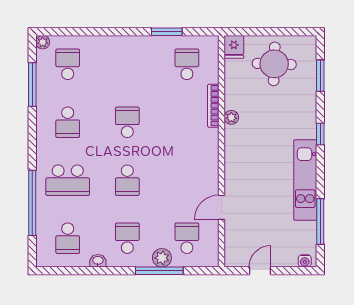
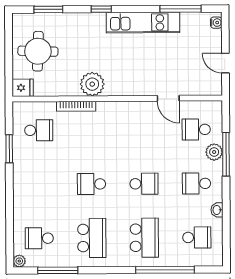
school desk: (187, 64) -> (39, 130), turned 180
plant: (231, 117) -> (92, 84), width x1.88, depth x1.88
school desk: (68, 122) -> (92, 238), width x1.85

